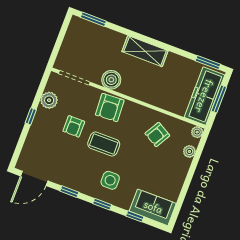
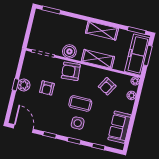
shelving: (145, 51) -> (102, 31), moved
shelving: (149, 95) -> (98, 59), added
plant: (49, 100) -> (24, 85), moved
armchair: (110, 107) -> (71, 71), turned 89
coffee table: (104, 144) -> (80, 103), moved
door: (34, 178) -> (23, 129), swing flipped
sofa: (153, 207) -> (120, 127), moved, turned -90

